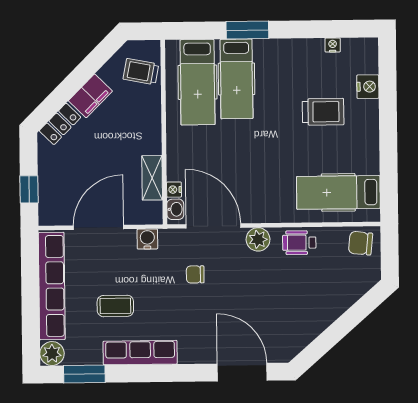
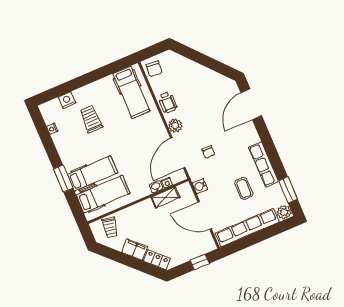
washbasin: (175, 209) -> (156, 187), moved

